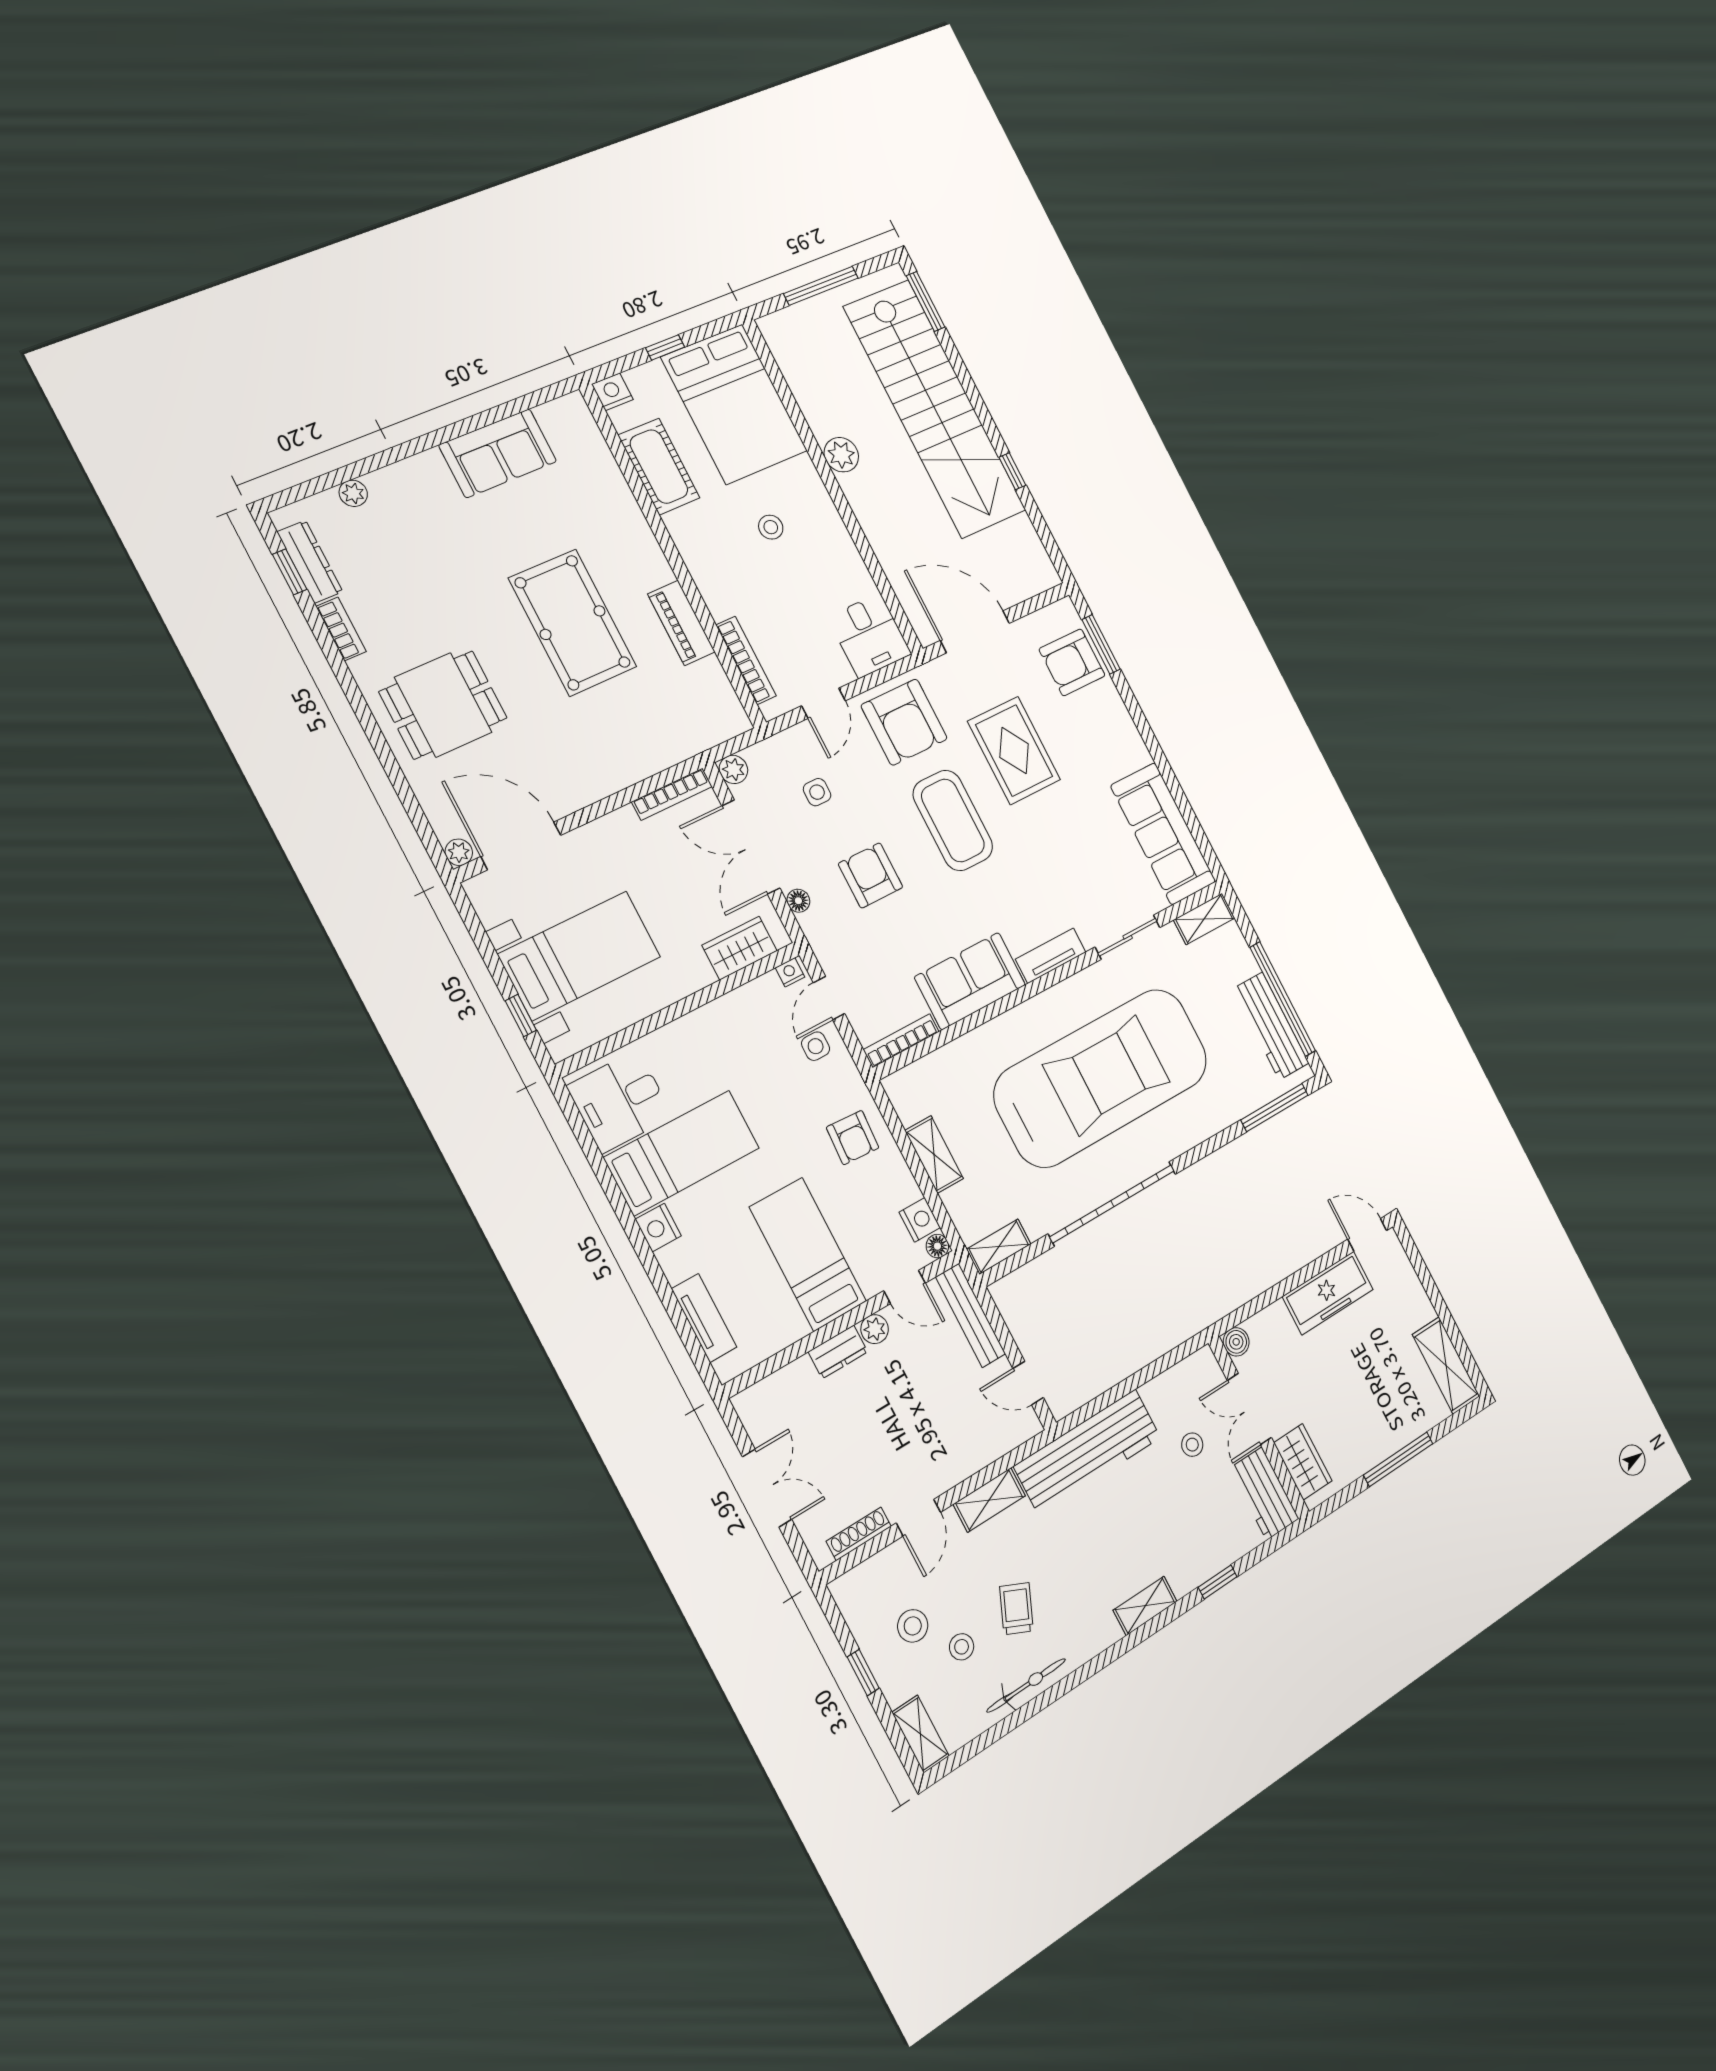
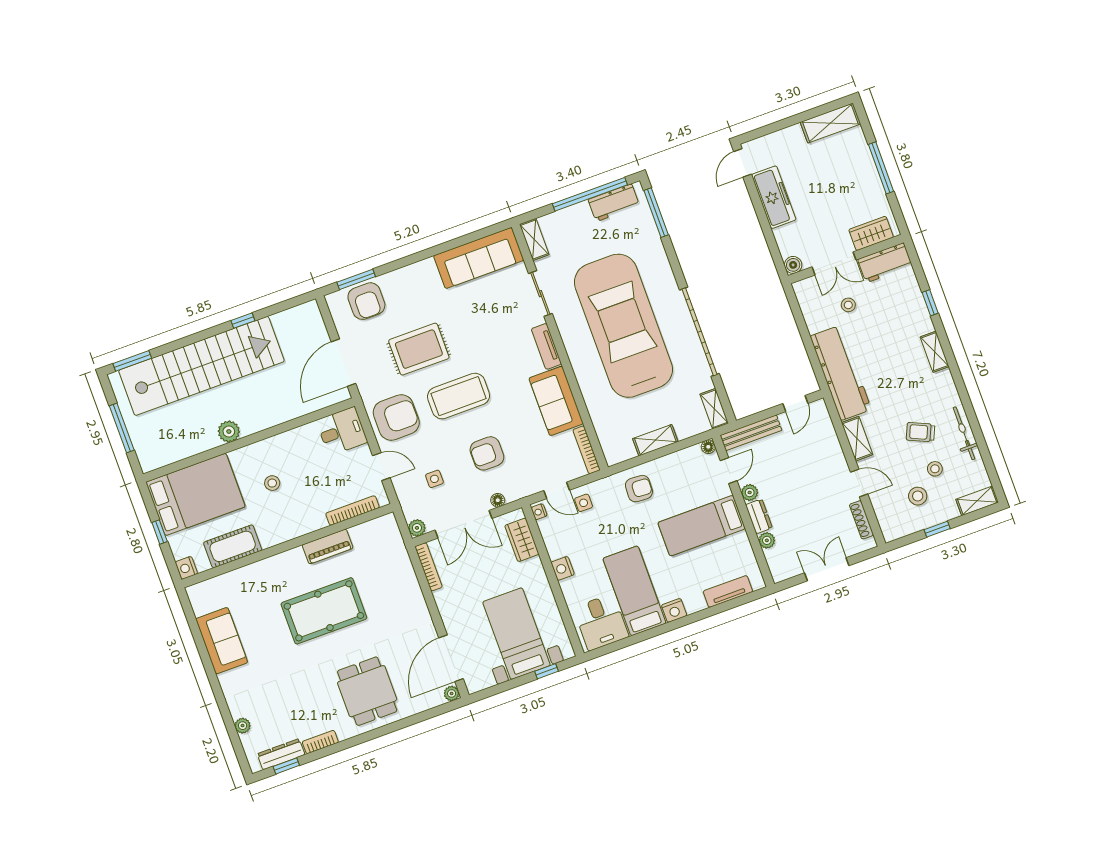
workbench: (1271, 1026) -> (614, 203), width x0.73
nightstand: (920, 1220) -> (563, 568), moved, turned -90
plant: (800, 1373) -> (767, 540), added

